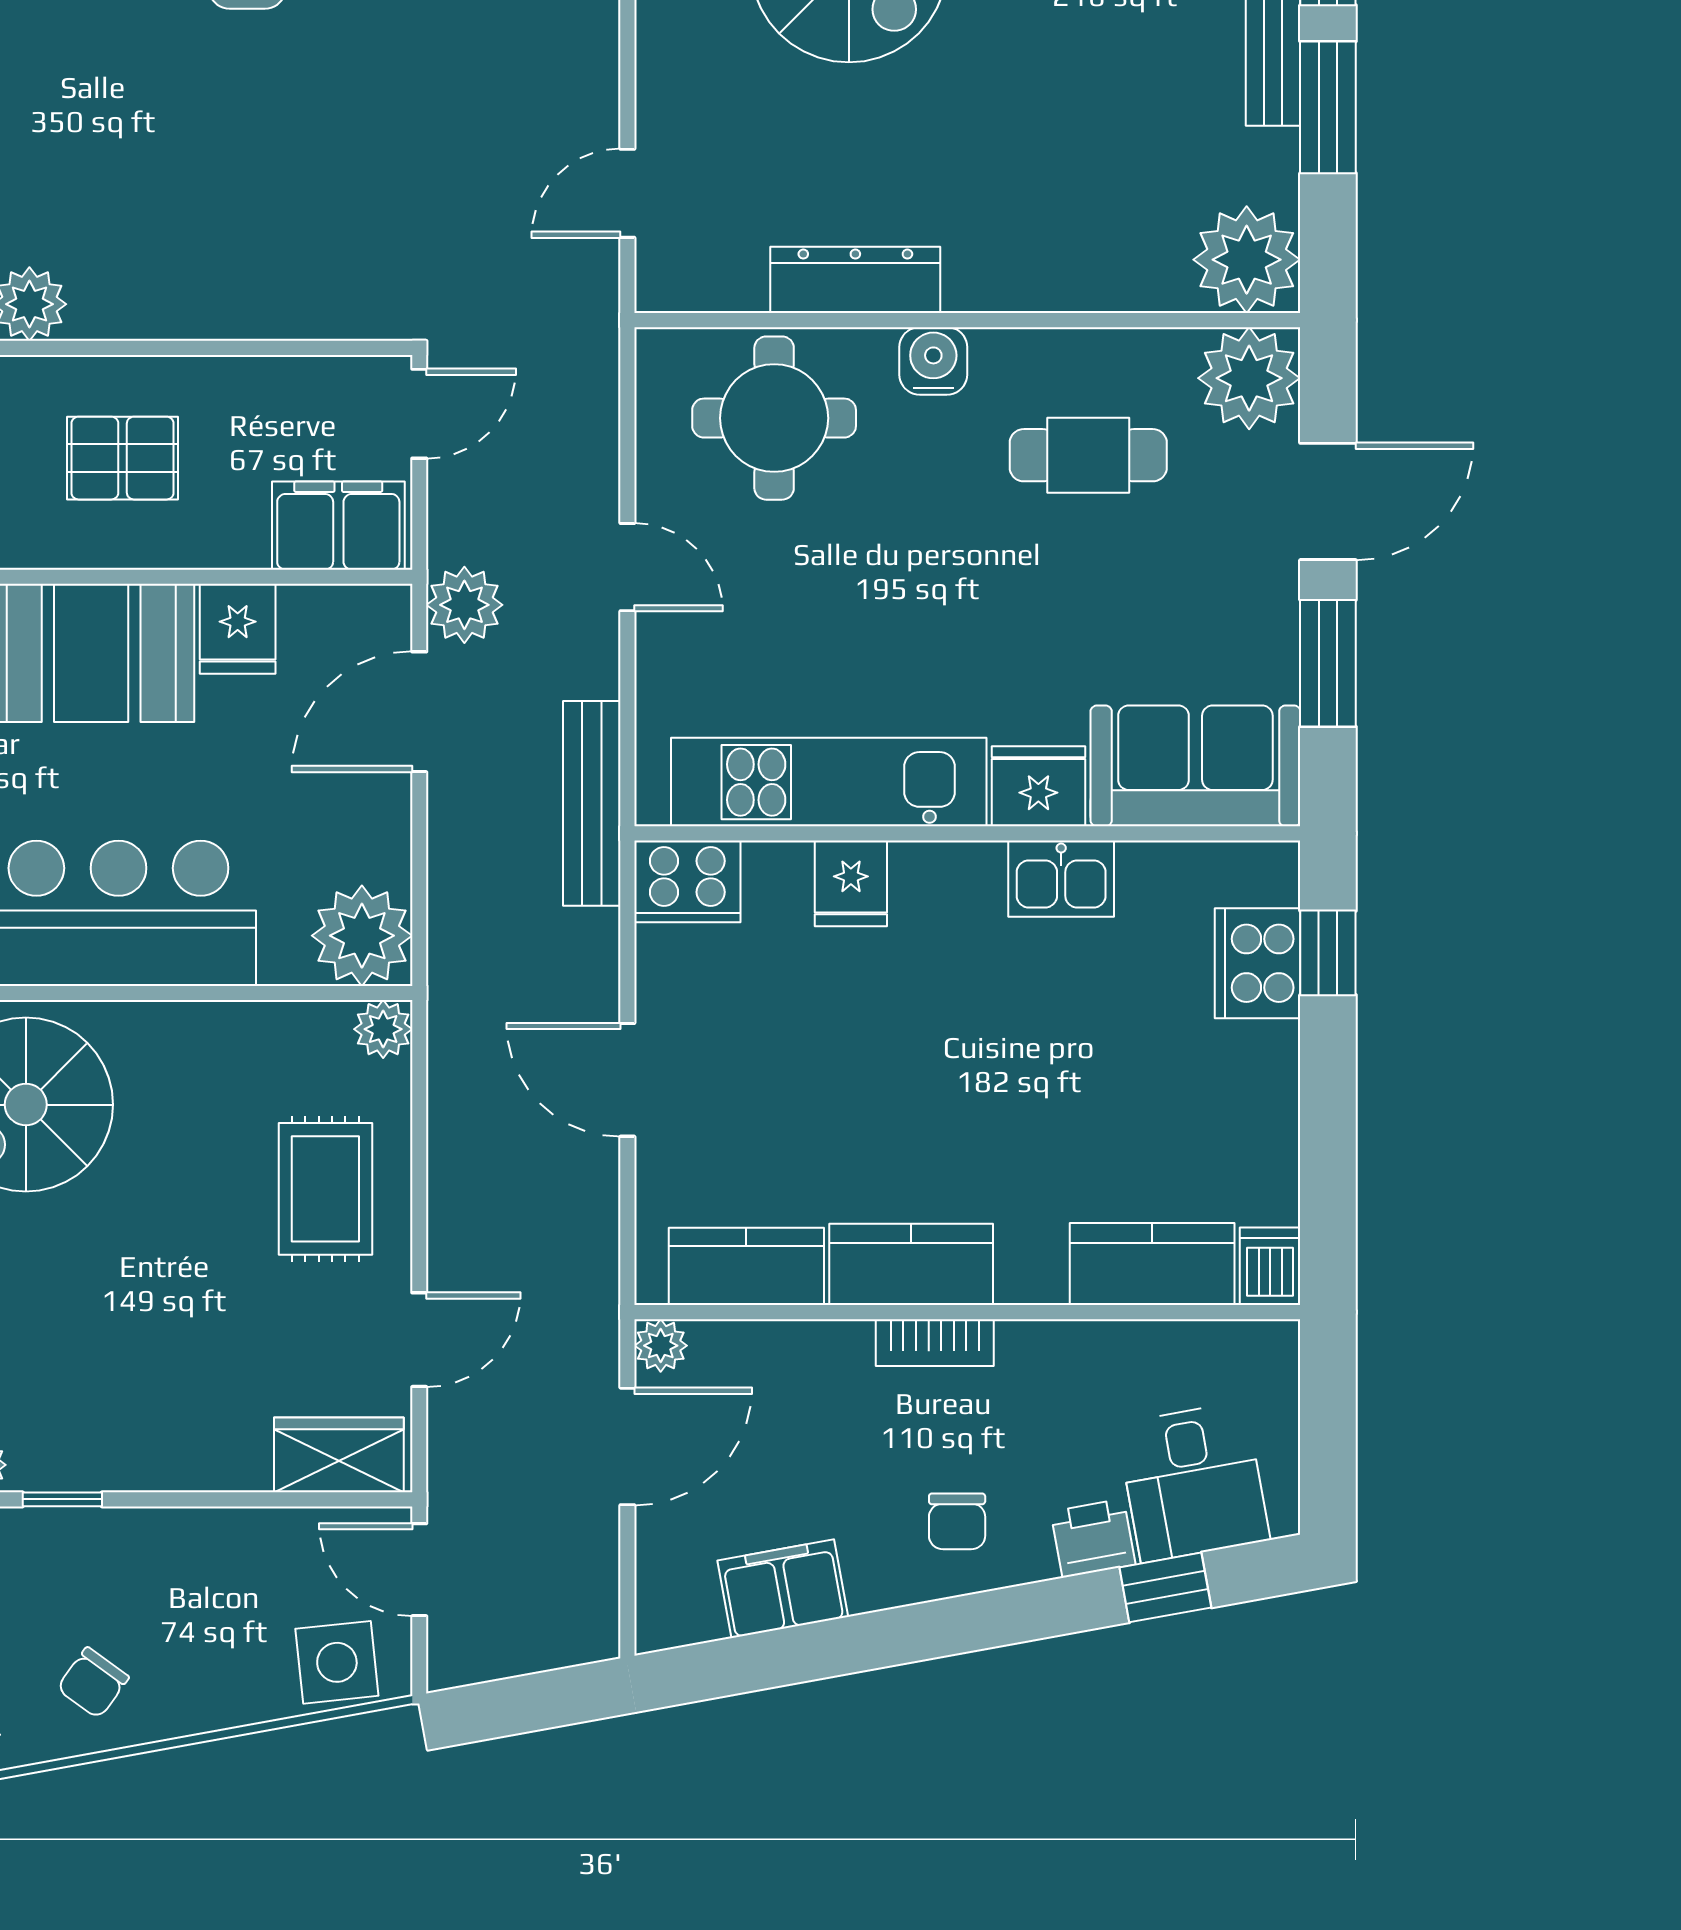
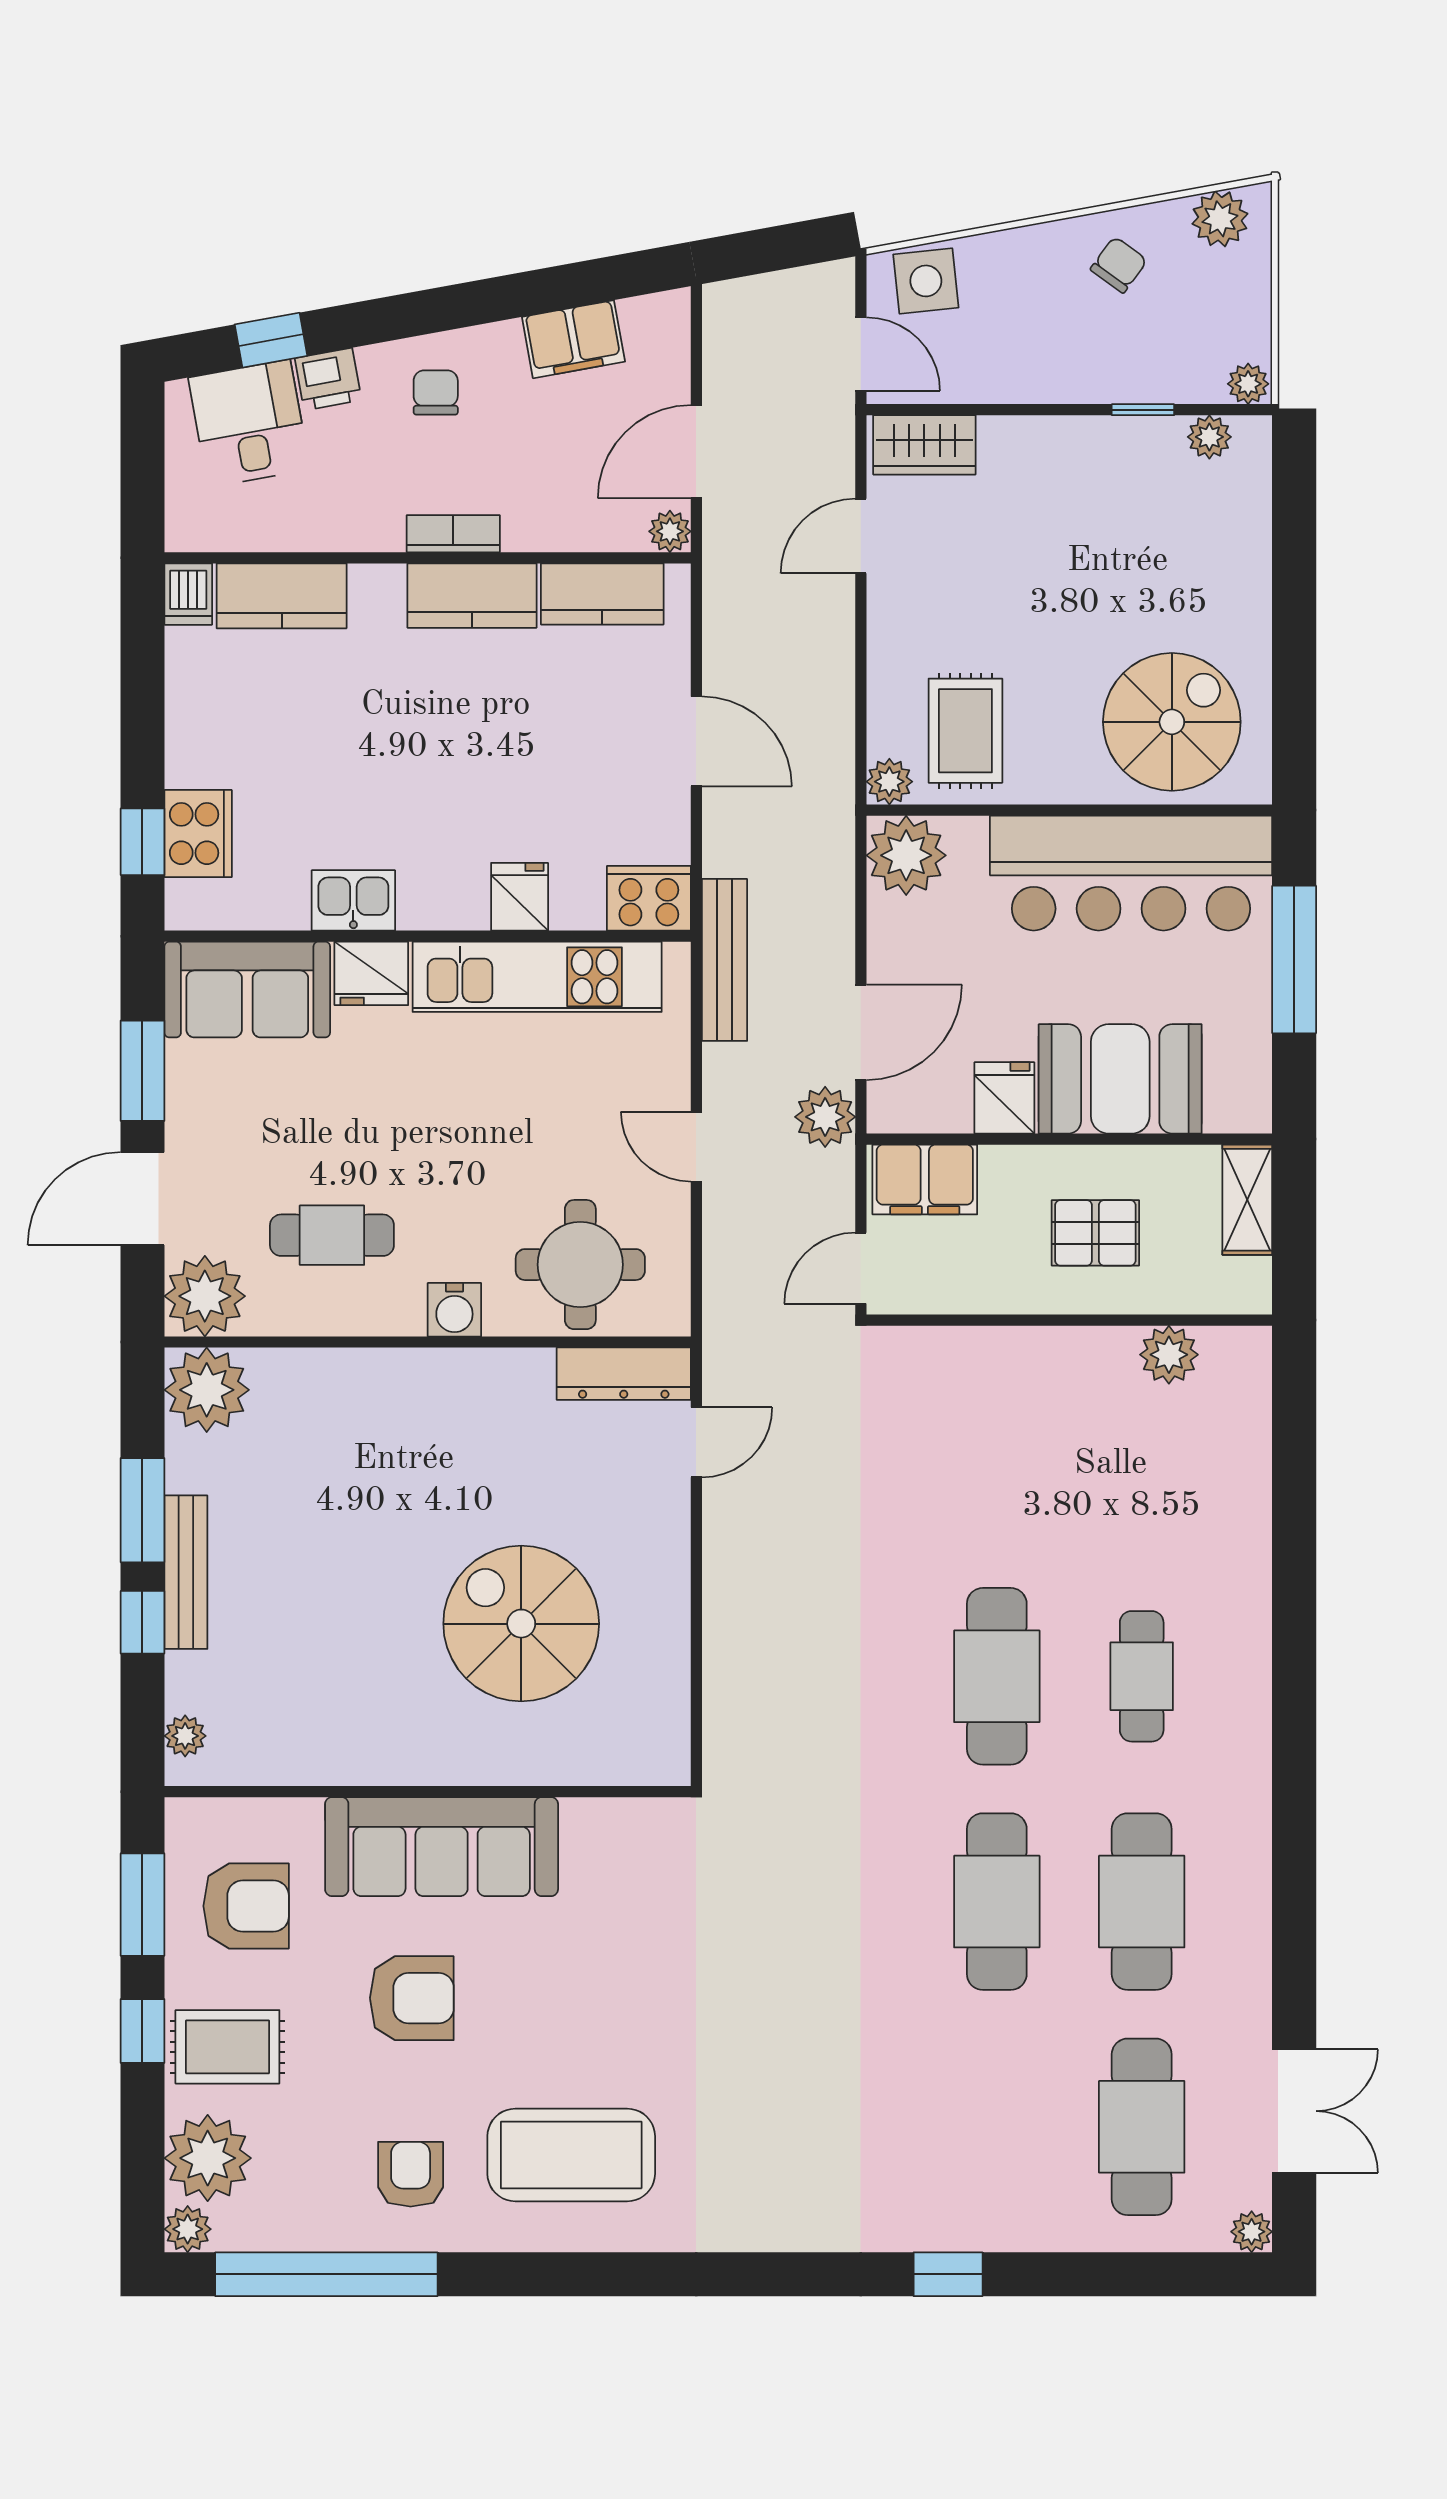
dresser: (855, 280) -> (624, 1374), moved
rug: (325, 1189) -> (965, 731), moved

